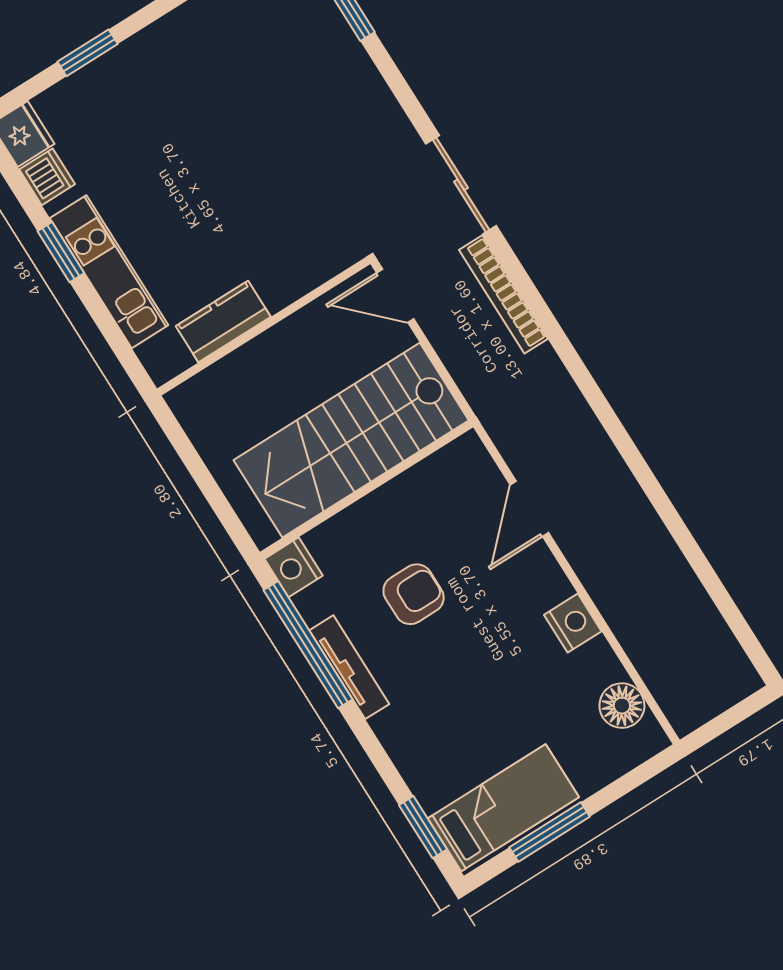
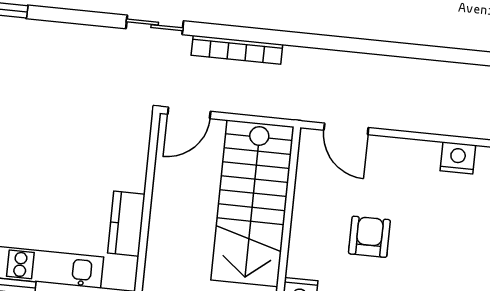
sliding door: (461, 185) -> (155, 25), width x0.73
door: (529, 509) -> (346, 129), moved

